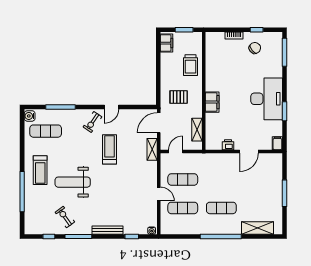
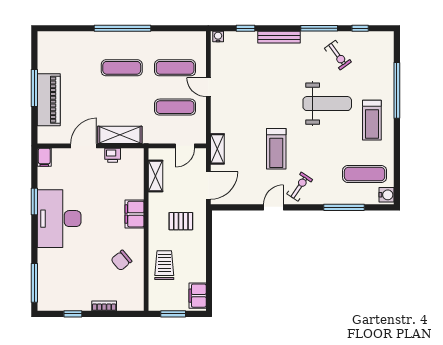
chair: (255, 48) -> (121, 260), moved
treadmill: (40, 170) -> (372, 120), turned 180
piano: (274, 185) -> (49, 100), added
shelving: (258, 228) -> (120, 135), moved

